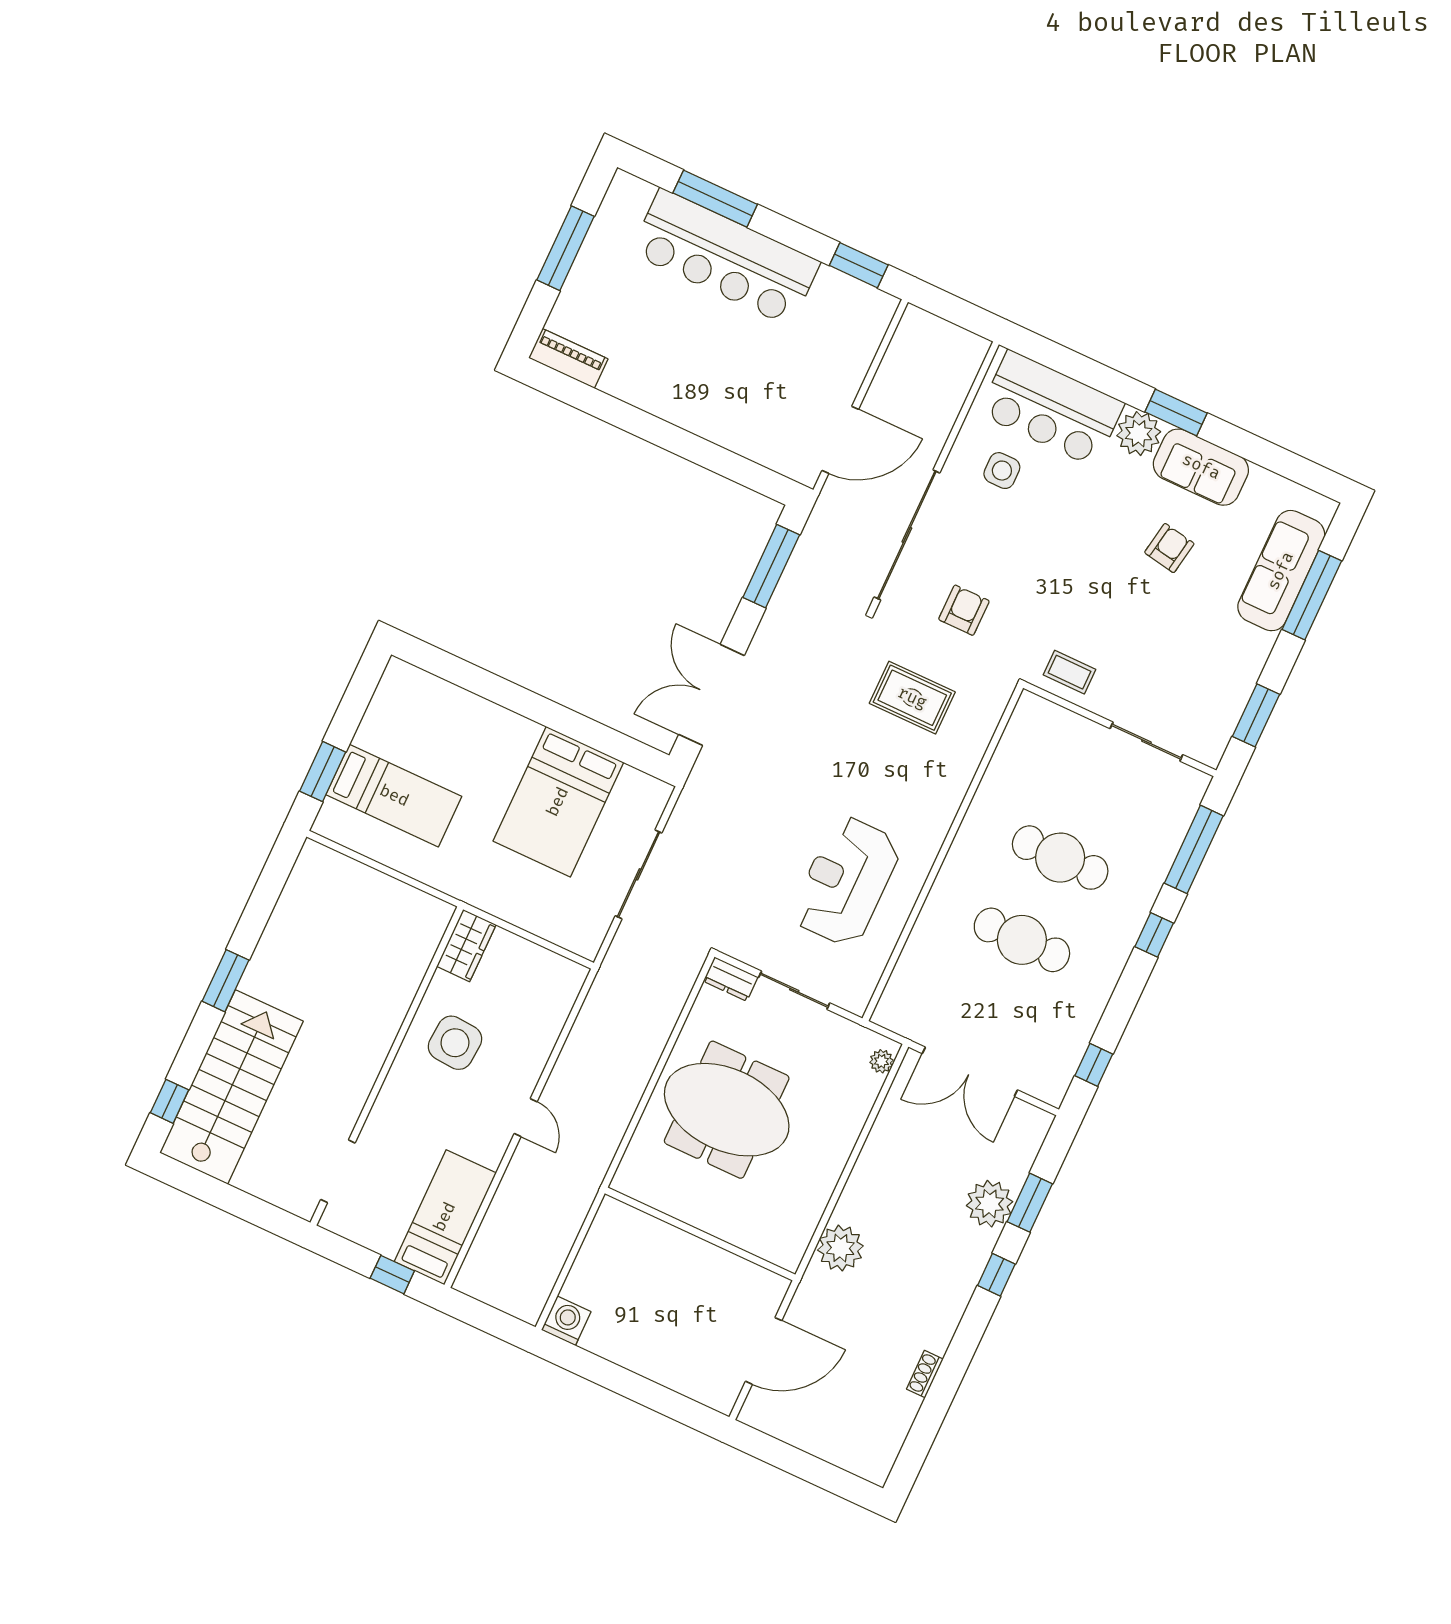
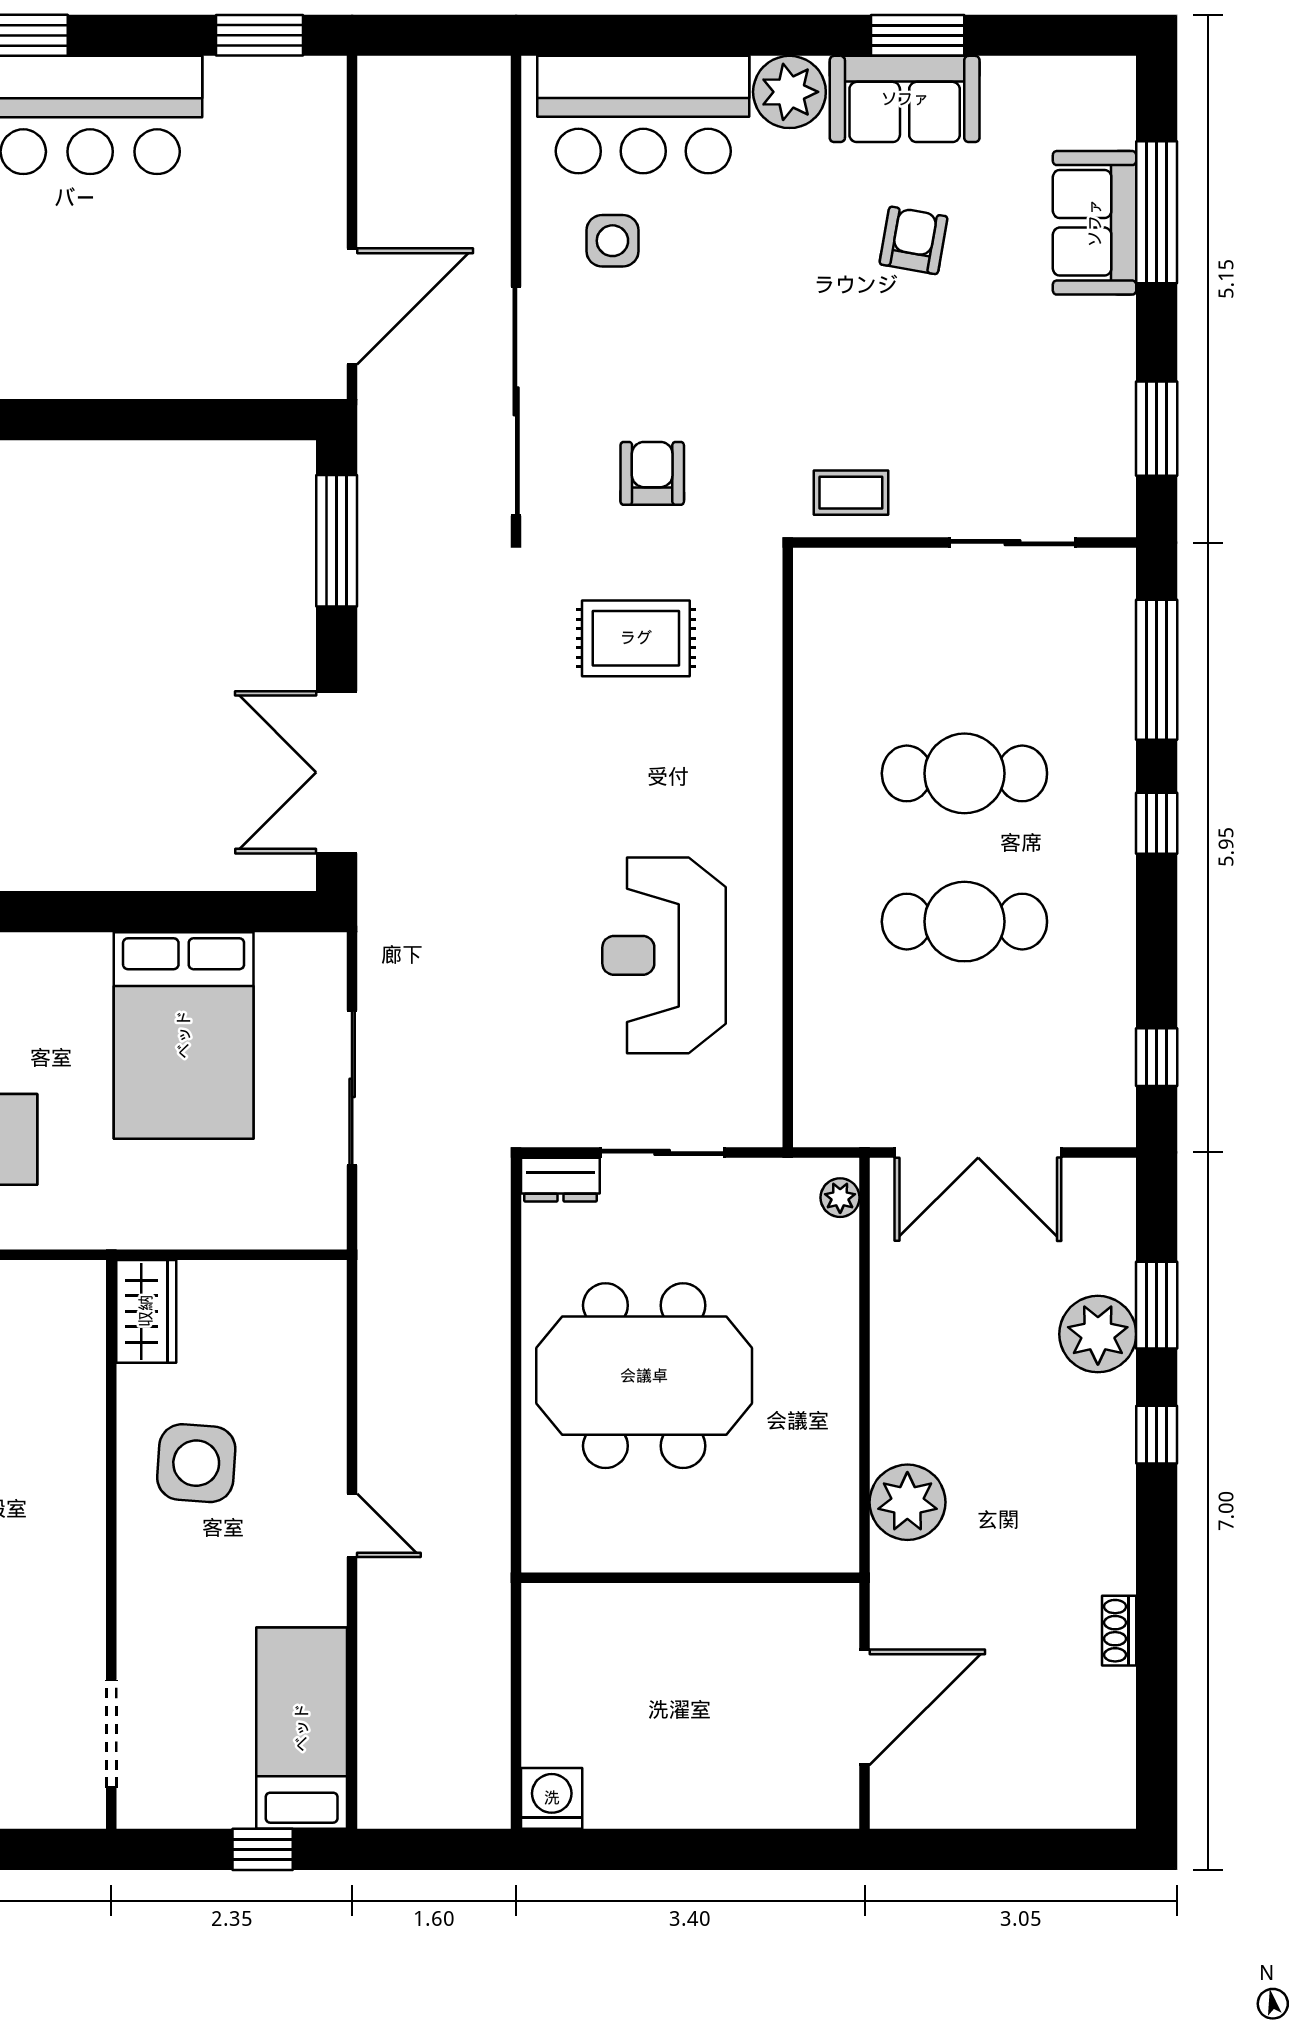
window: (1176, 412) -> (918, 35), moved
sofa: (1281, 571) -> (1095, 223), width x0.73

